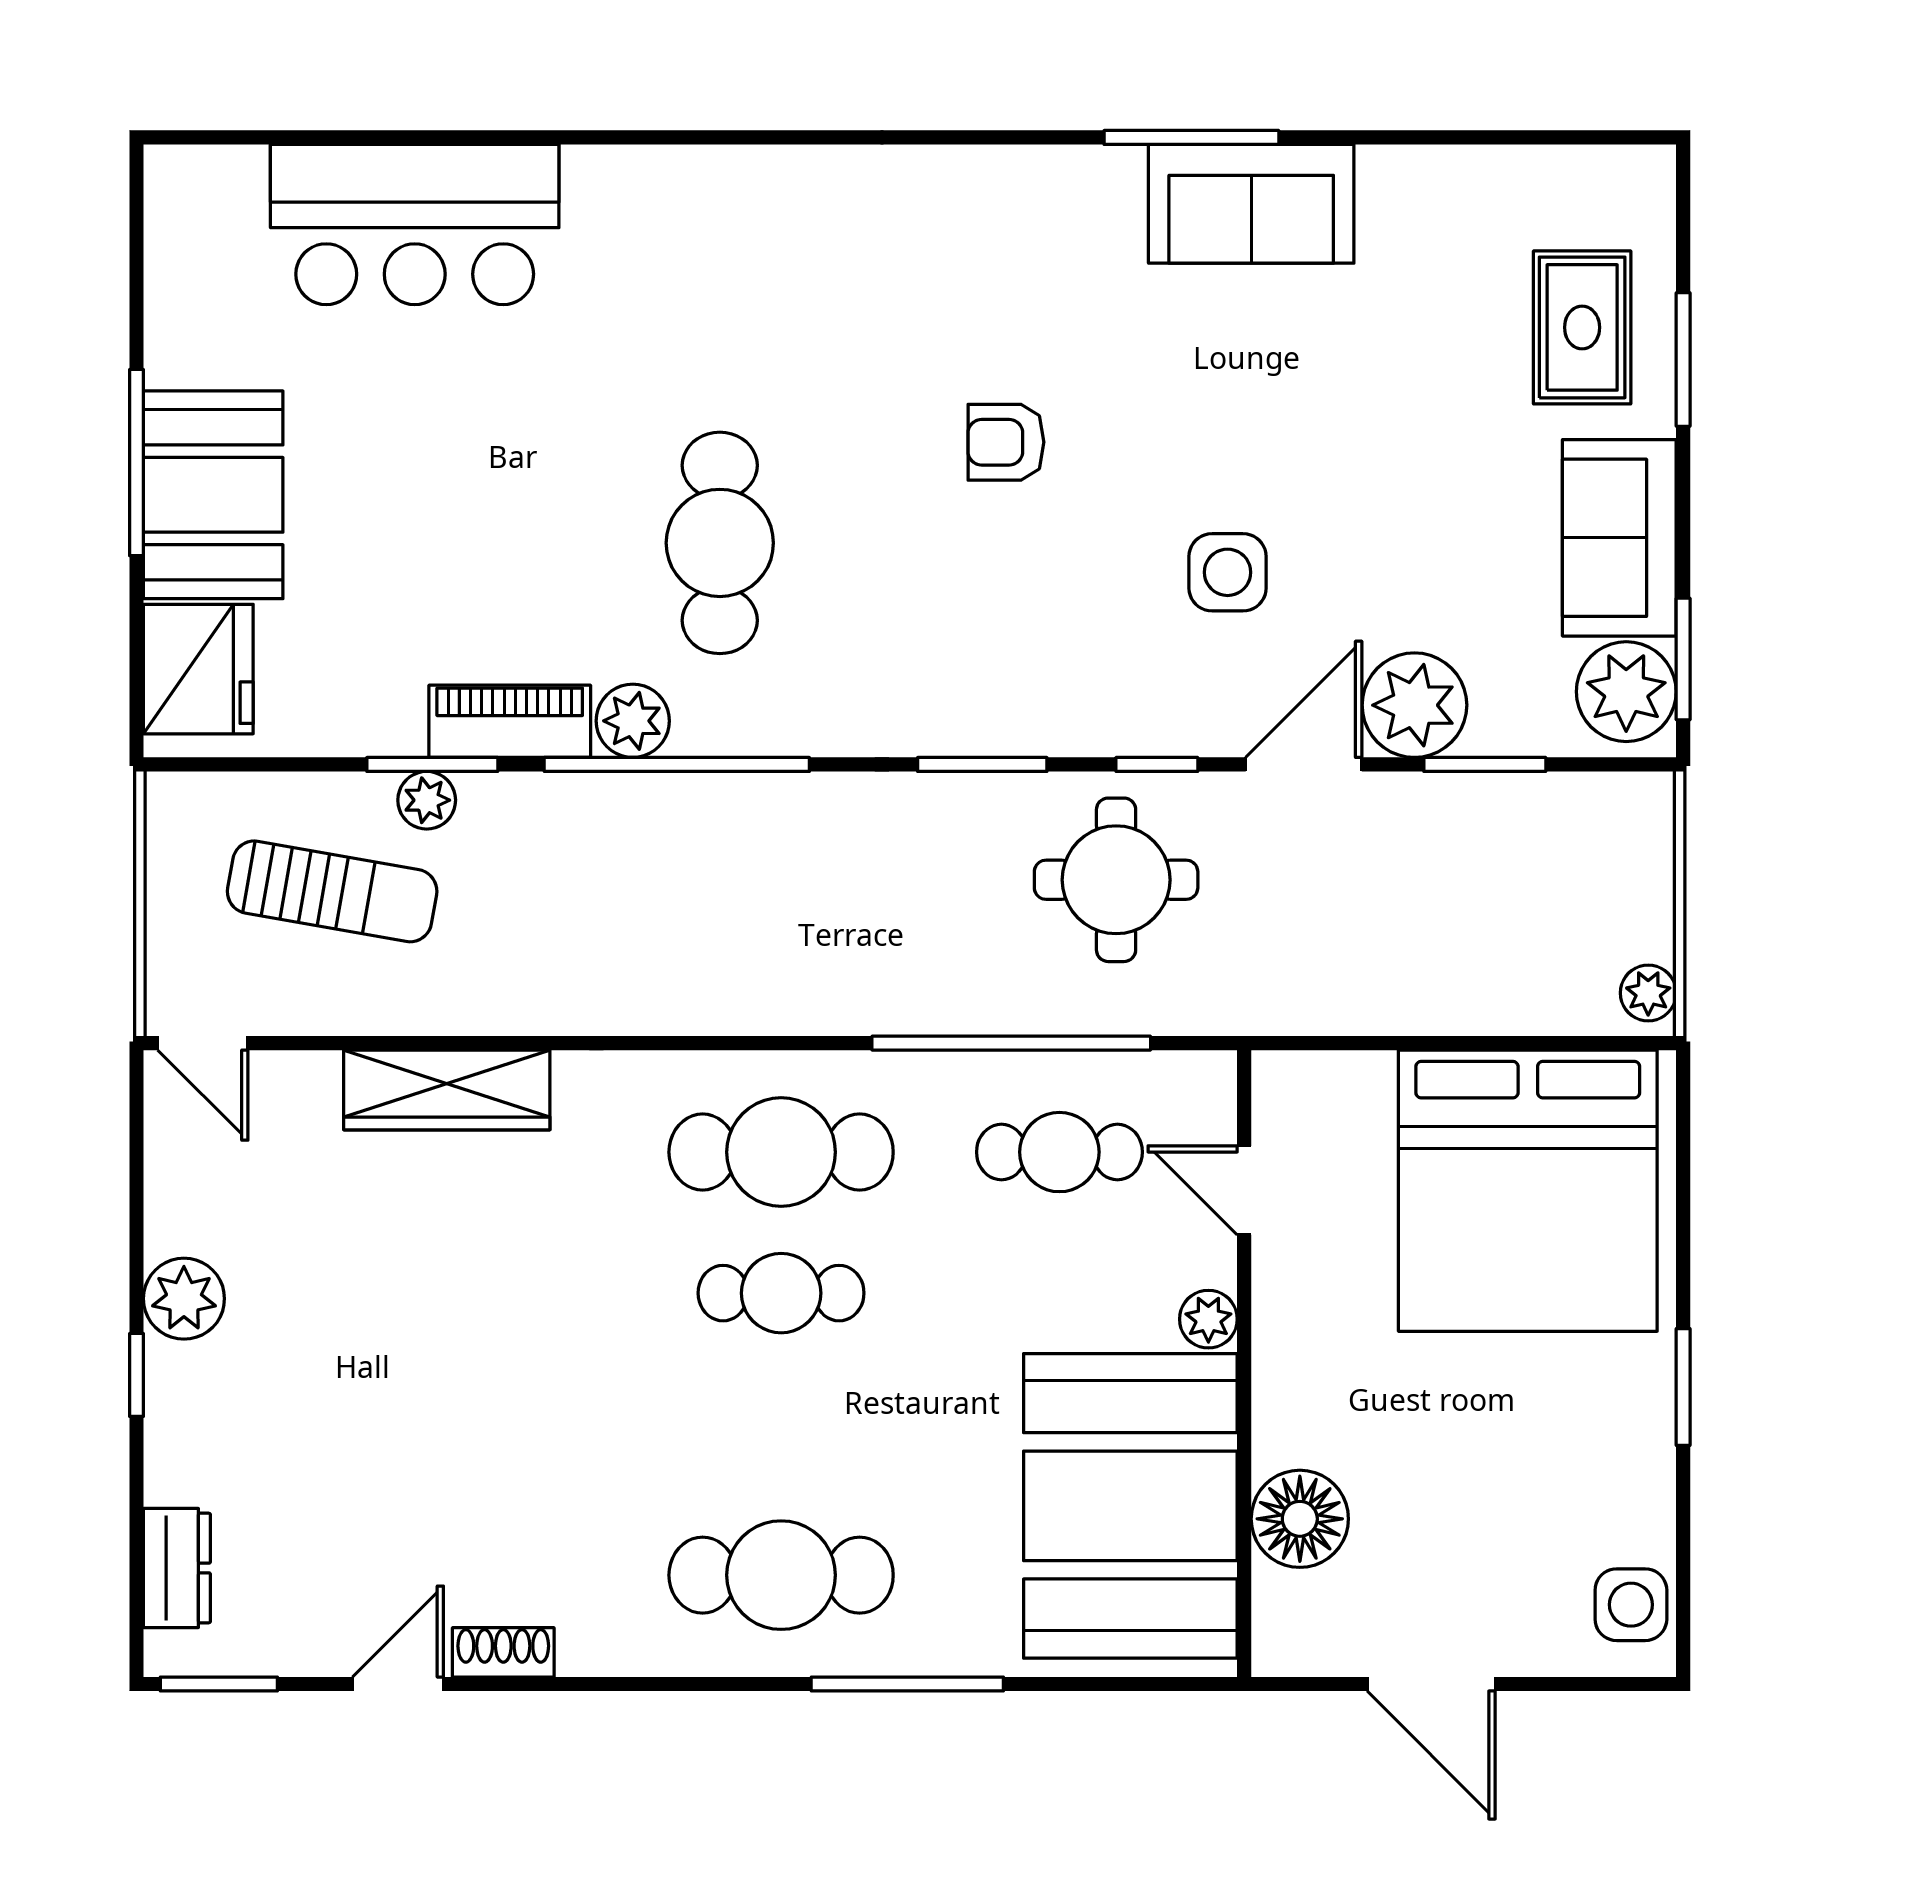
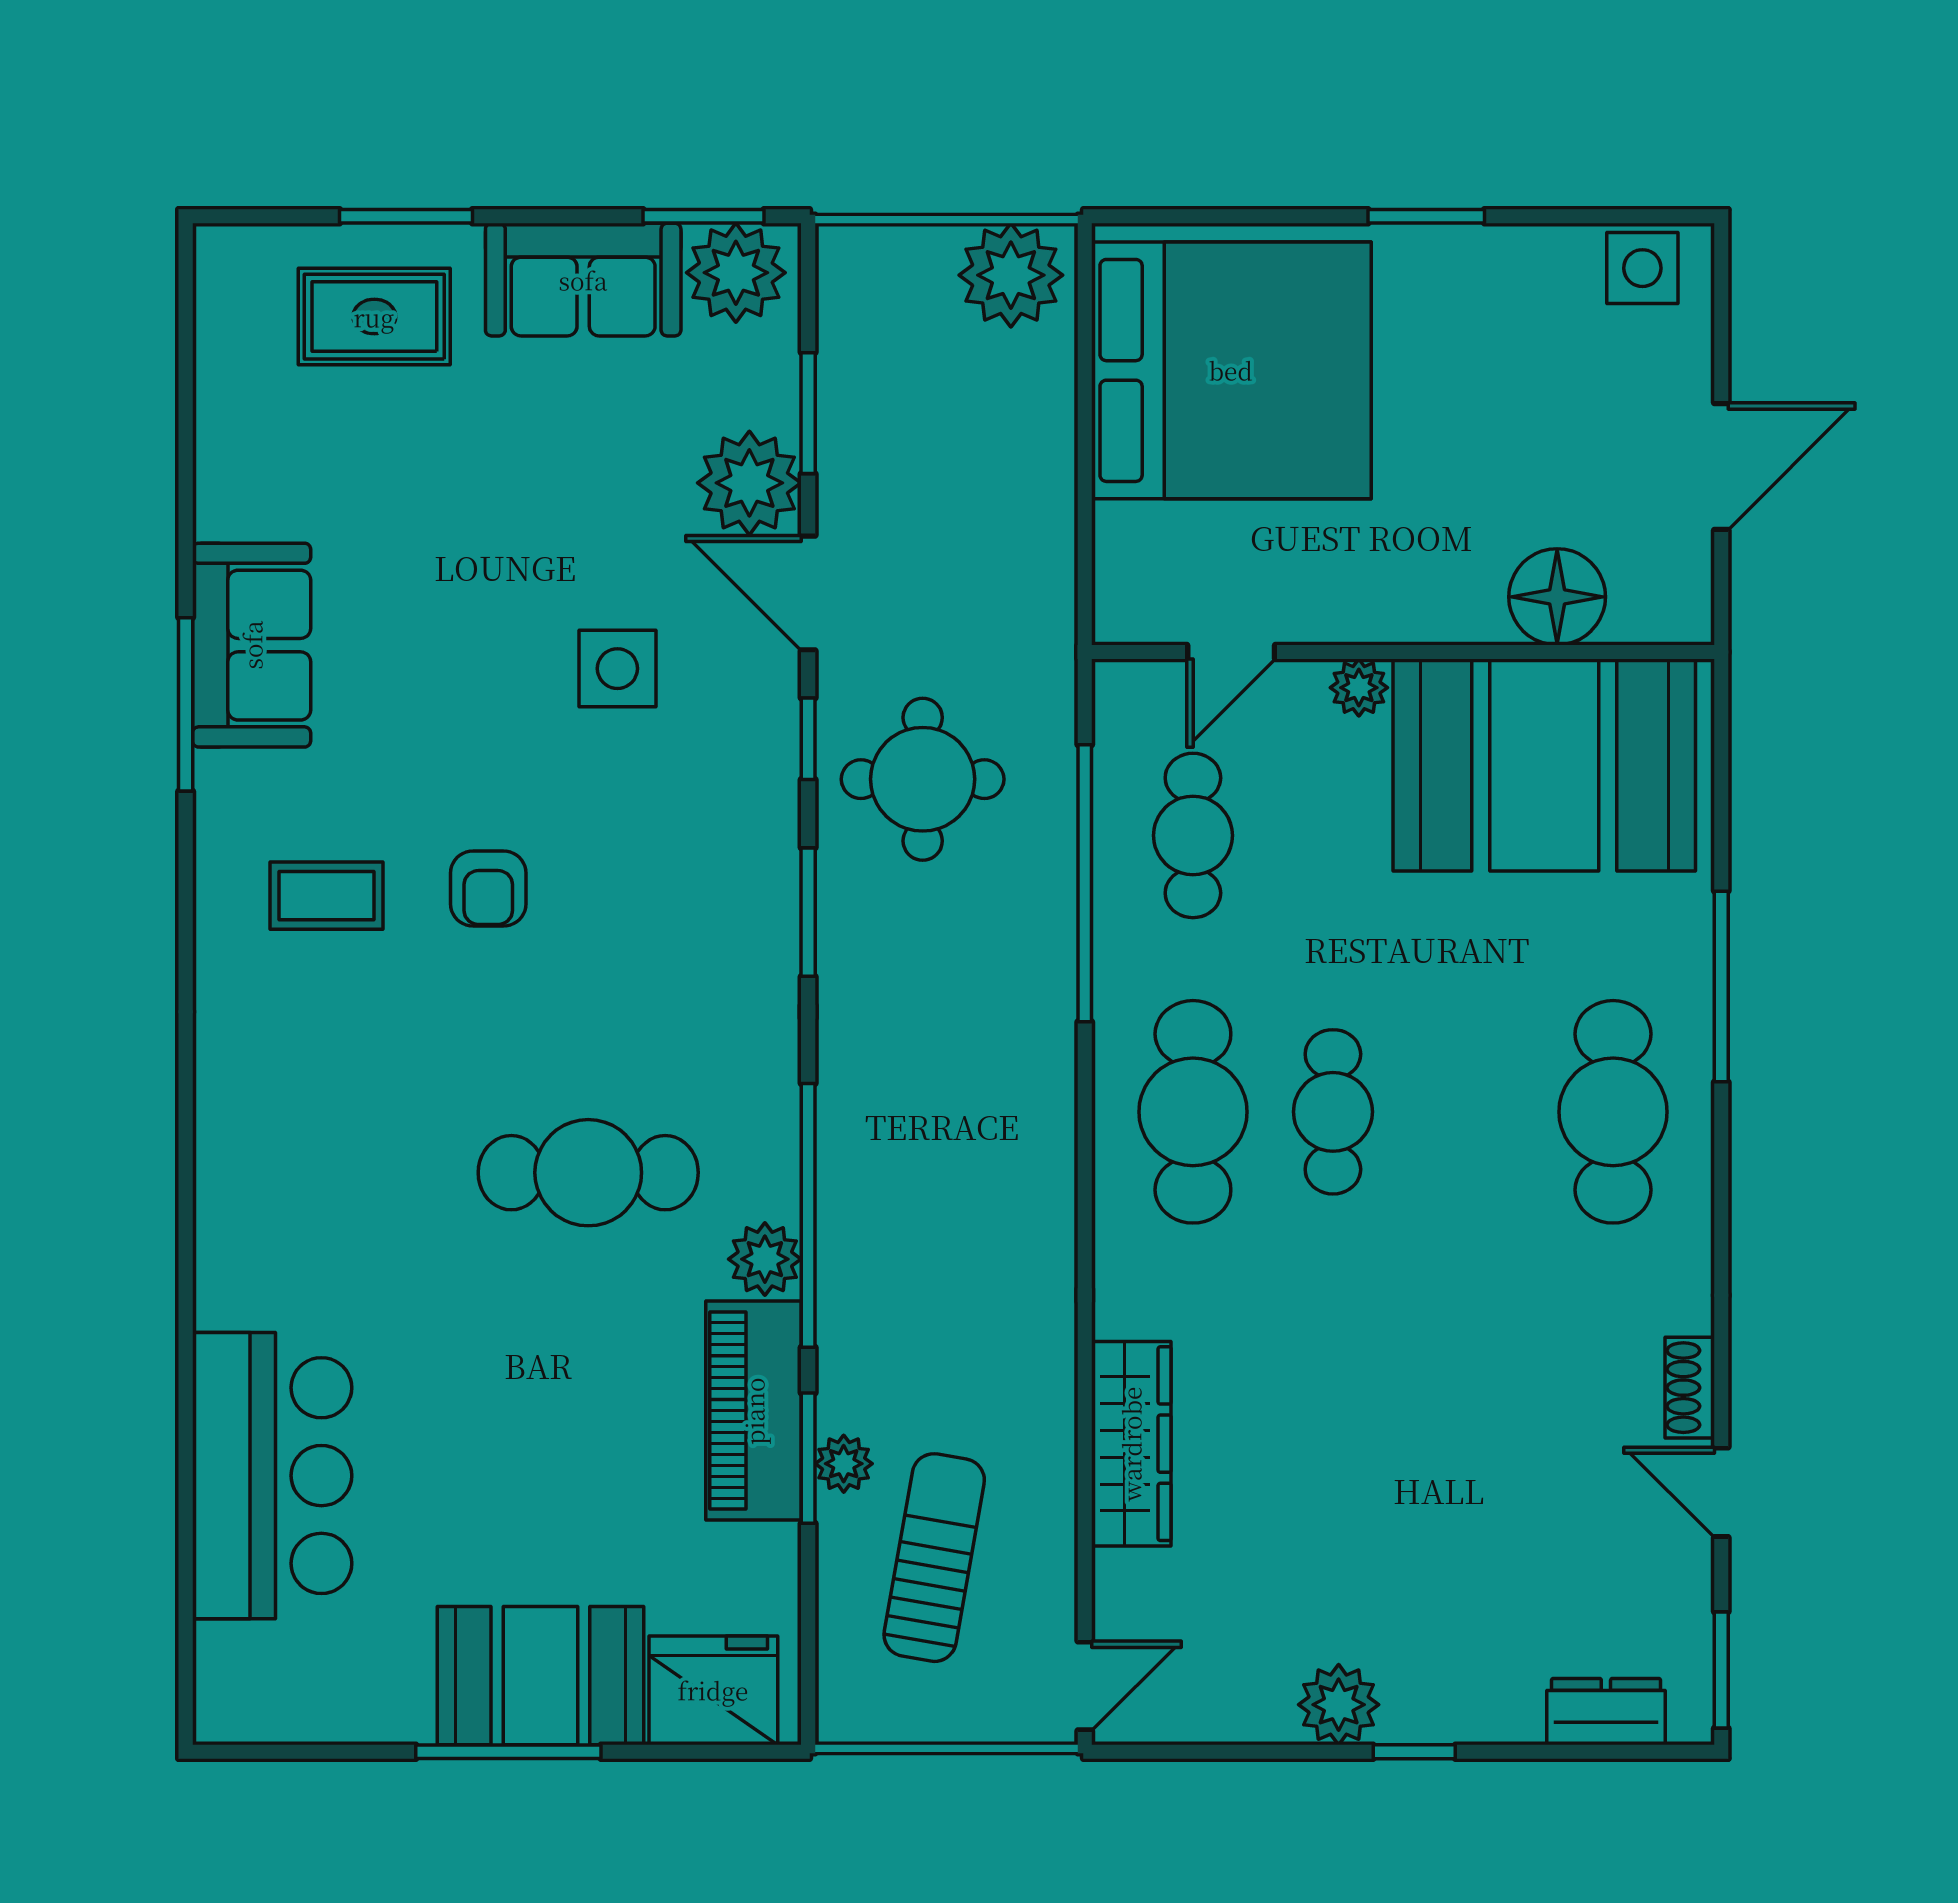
coffee table: (999, 279) -> (327, 896), added
piano: (510, 721) -> (754, 1411), width x1.37, depth x1.33
plant: (1648, 993) -> (1011, 275), width x1.88, depth x1.88

